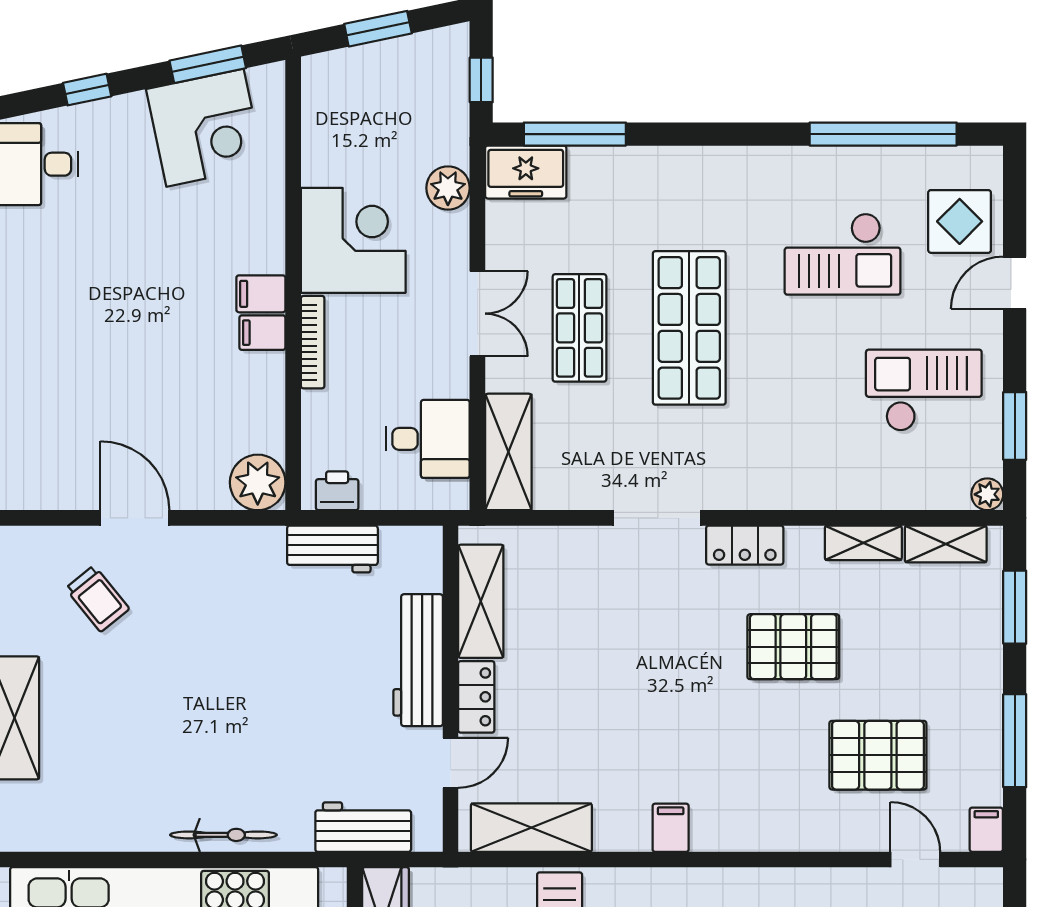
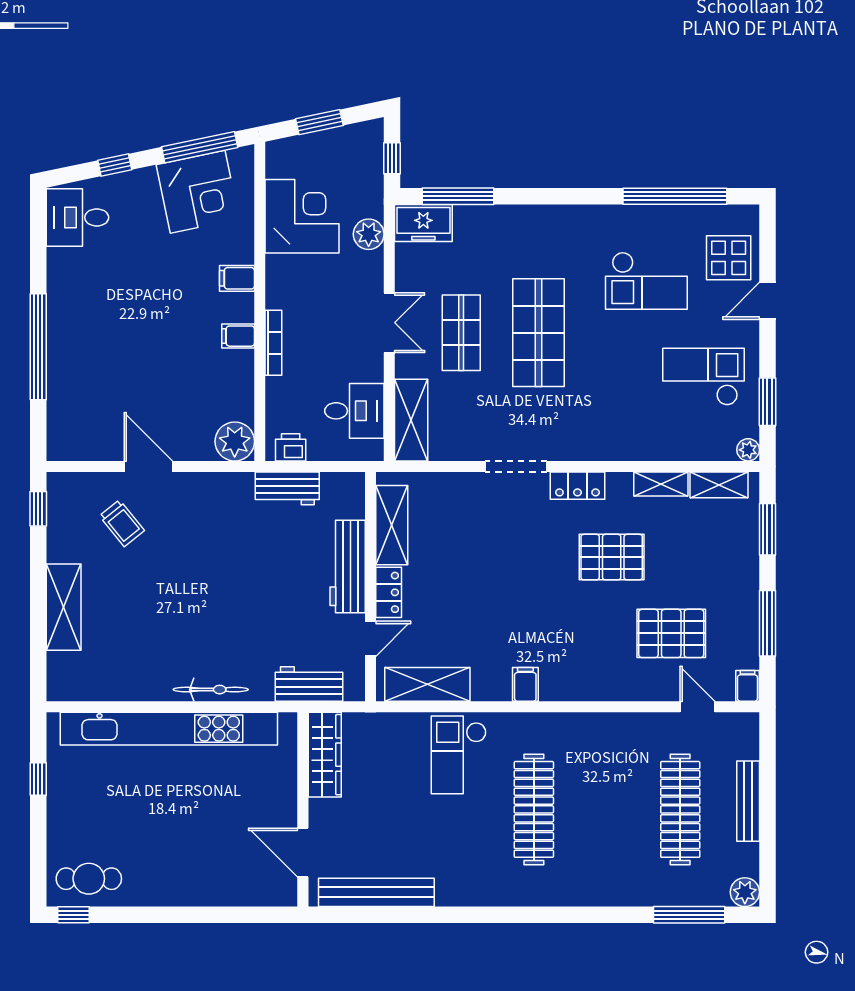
window: (208, 64) -> (200, 147), width x1.44
corner desk: (353, 240) -> (302, 216), moved
filing cabinet: (261, 294) -> (237, 278), moved

